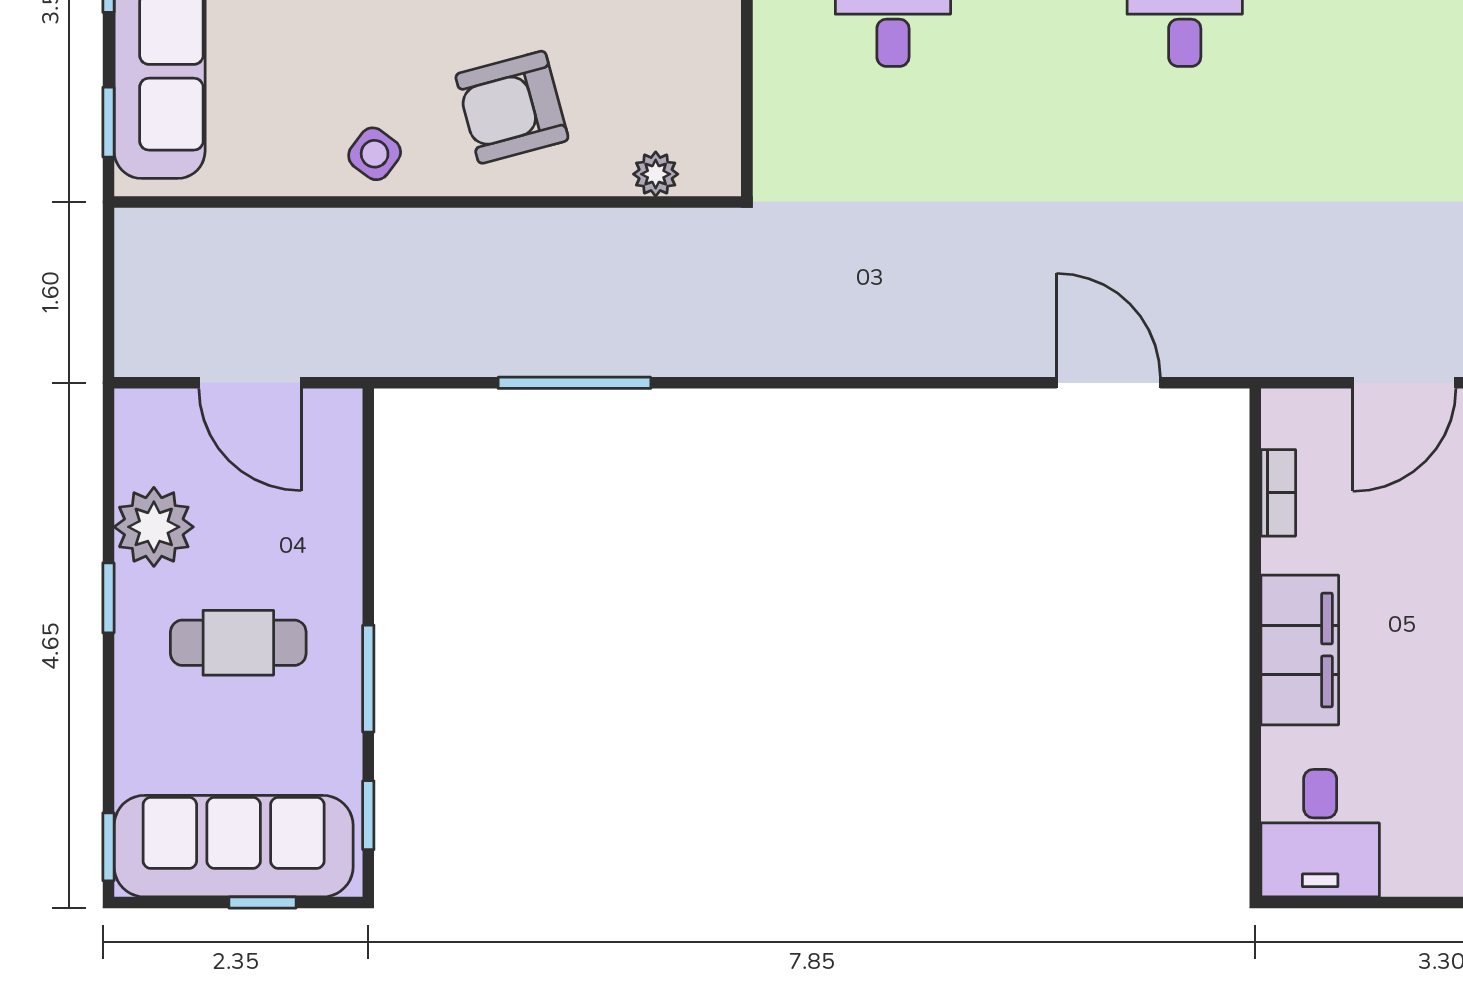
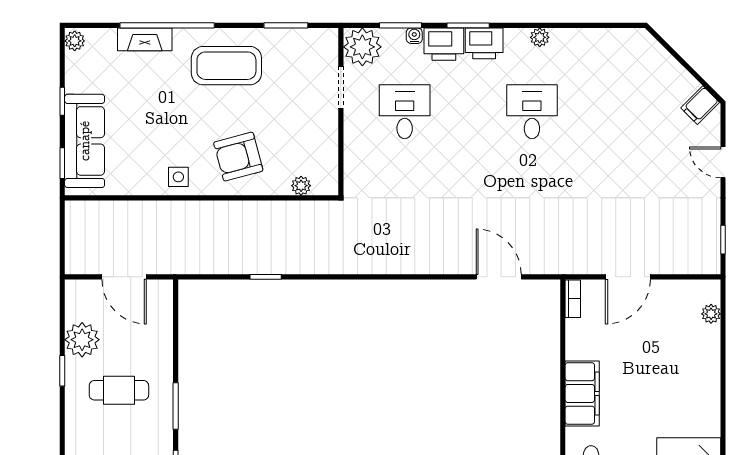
side table: (375, 154) -> (178, 177), turned -37
window: (574, 383) -> (266, 277), width x0.46
bookcase: (1278, 493) -> (573, 299), moved

